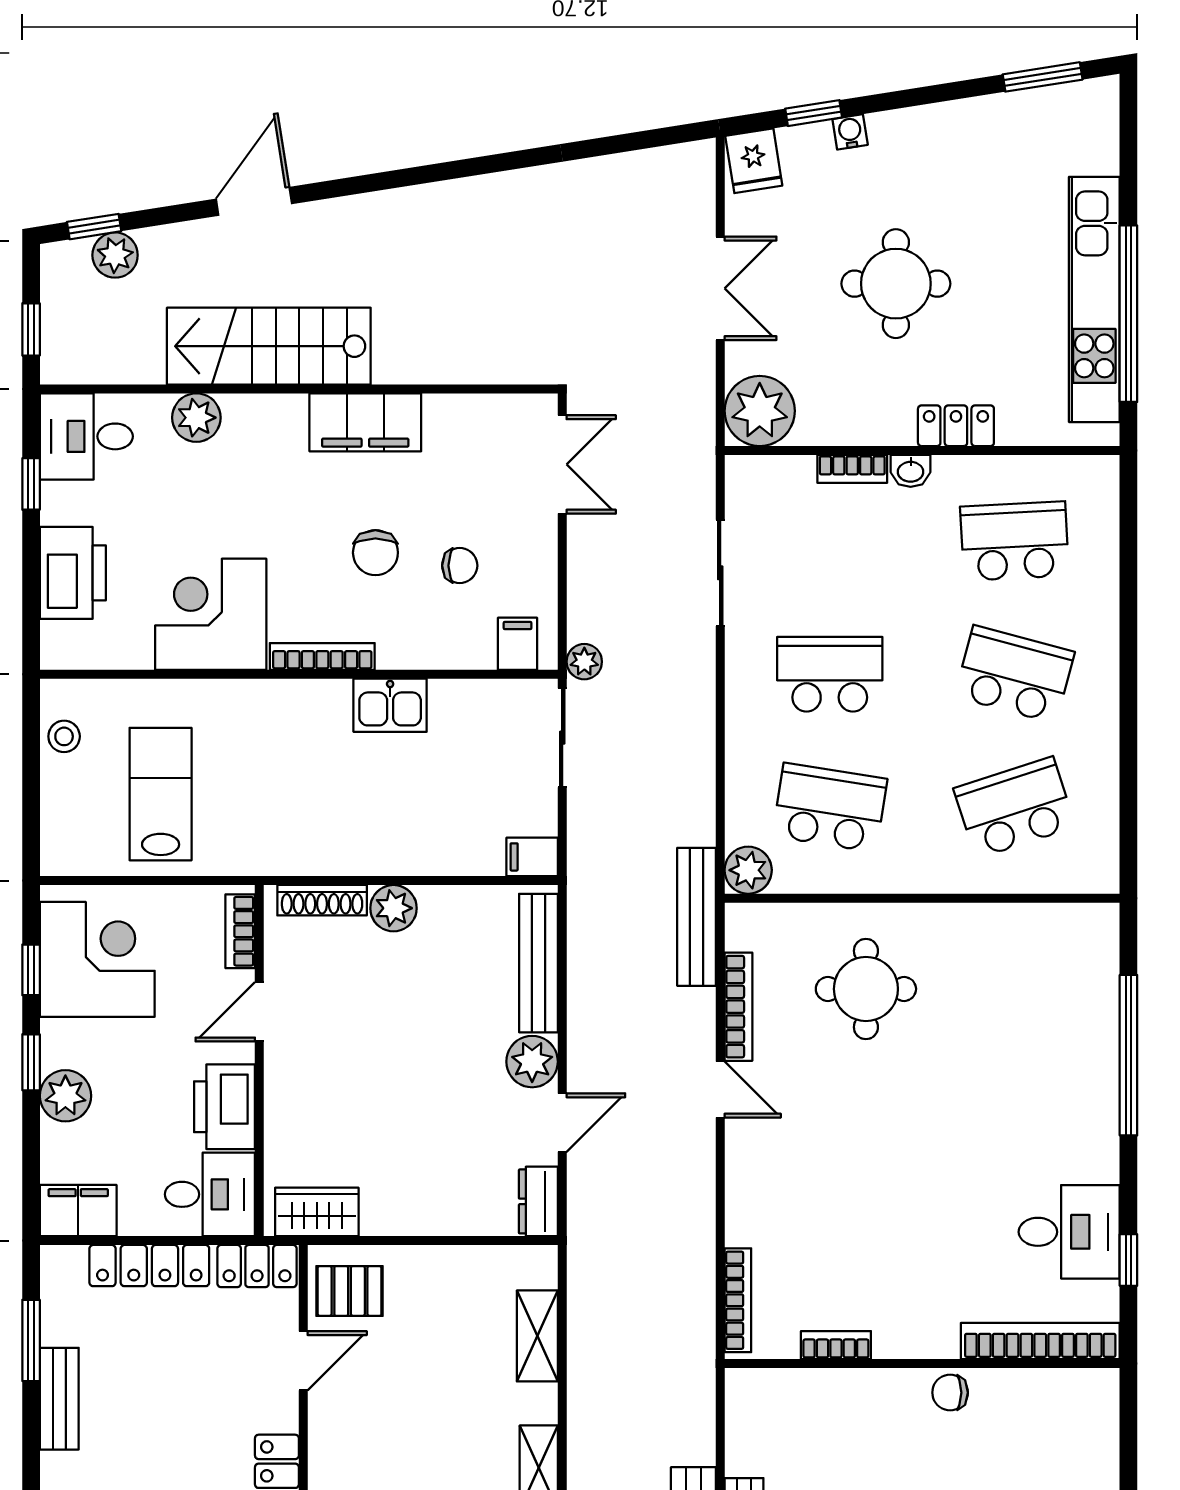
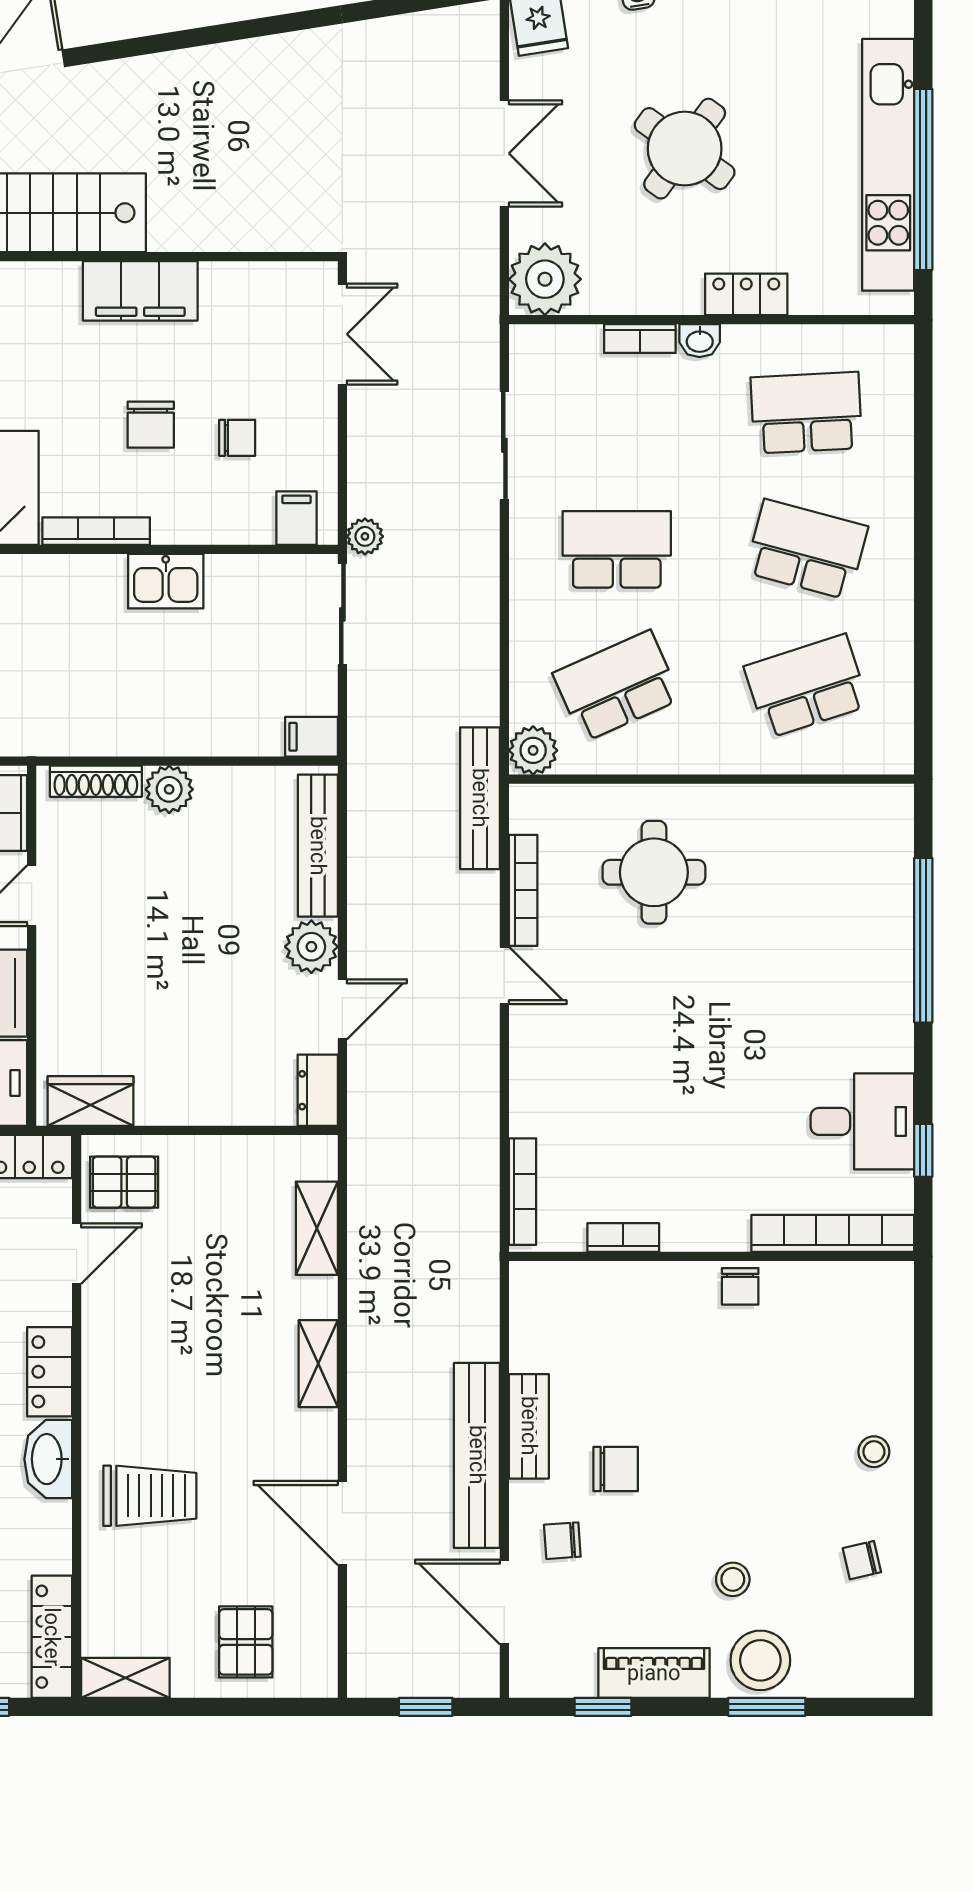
round table: (896, 284) -> (685, 149), turned 36
school desk: (830, 808) -> (617, 686), turned -33
chair: (950, 1393) -> (740, 1286), turned -90

